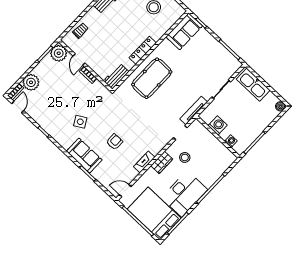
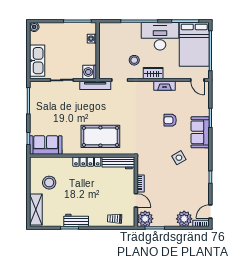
door: (79, 59) -> (136, 200), hinge flipped
workbench: (116, 76) -> (118, 163), width x1.38
washing machine: (218, 125) -> (90, 72), moved

